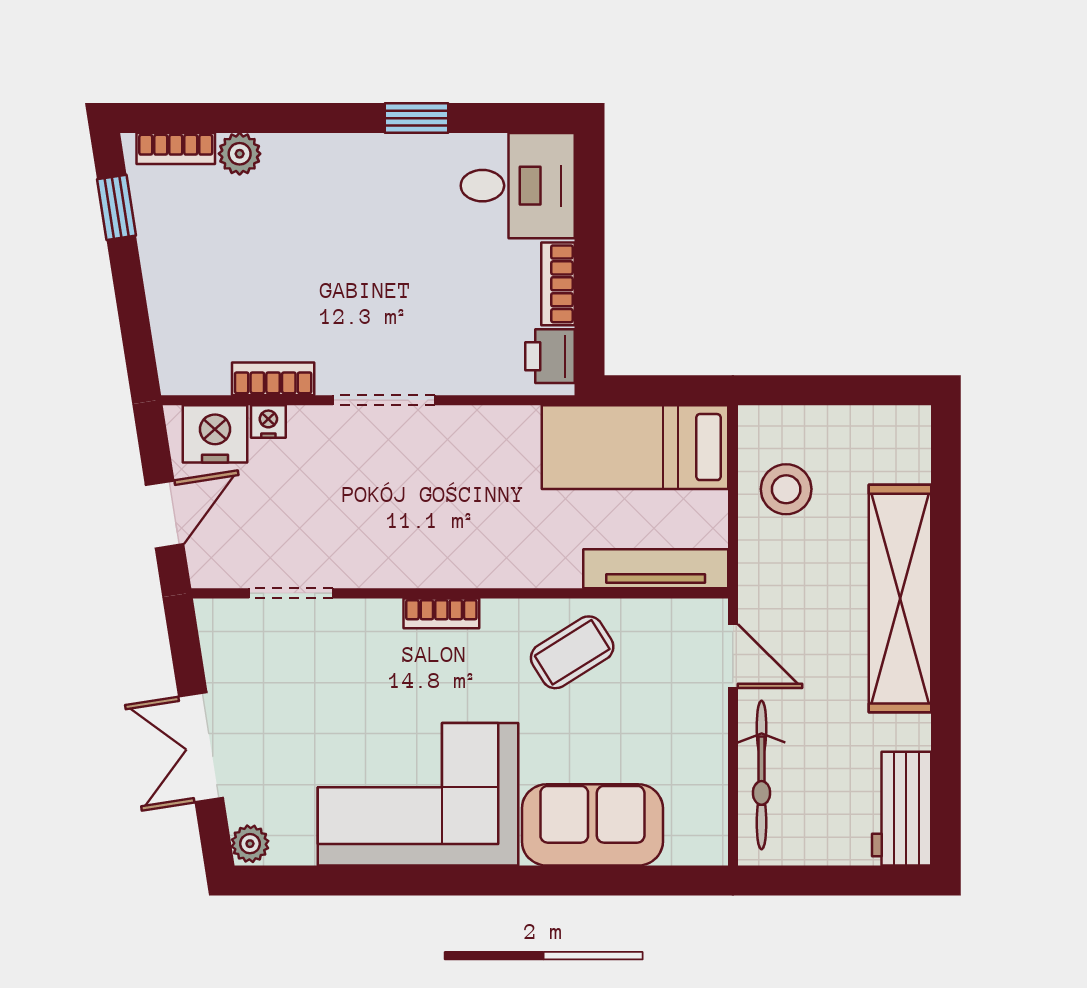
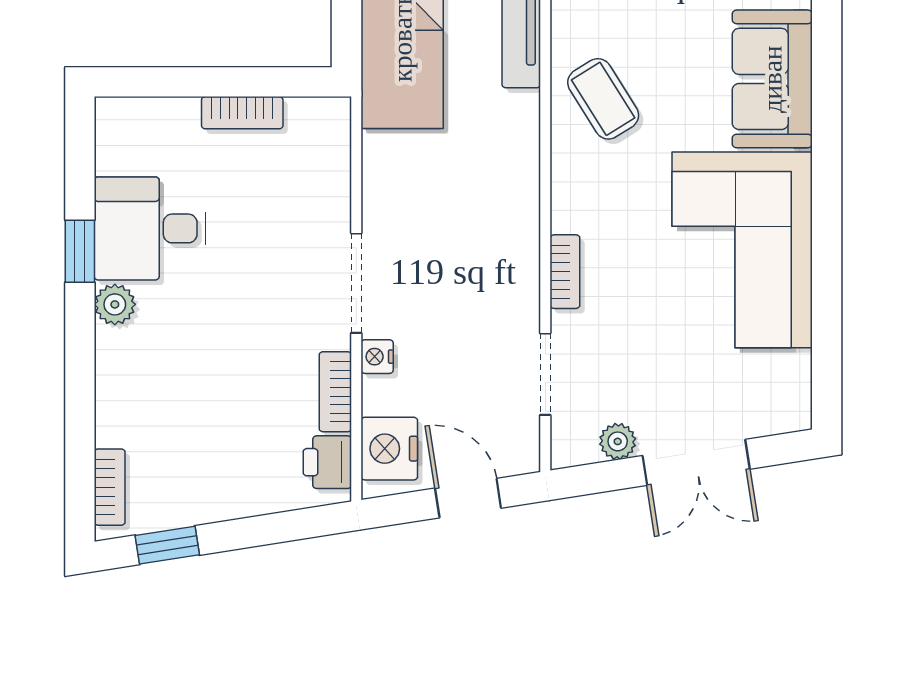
plant: (240, 154) -> (115, 304), moved
desk: (518, 186) -> (150, 228), moved, turned -90
printer: (550, 356) -> (327, 462), moved, turned 90
nightstand: (268, 422) -> (377, 357), moved
bookcase: (441, 613) -> (565, 272), moved
plant: (250, 844) -> (618, 441), moved

